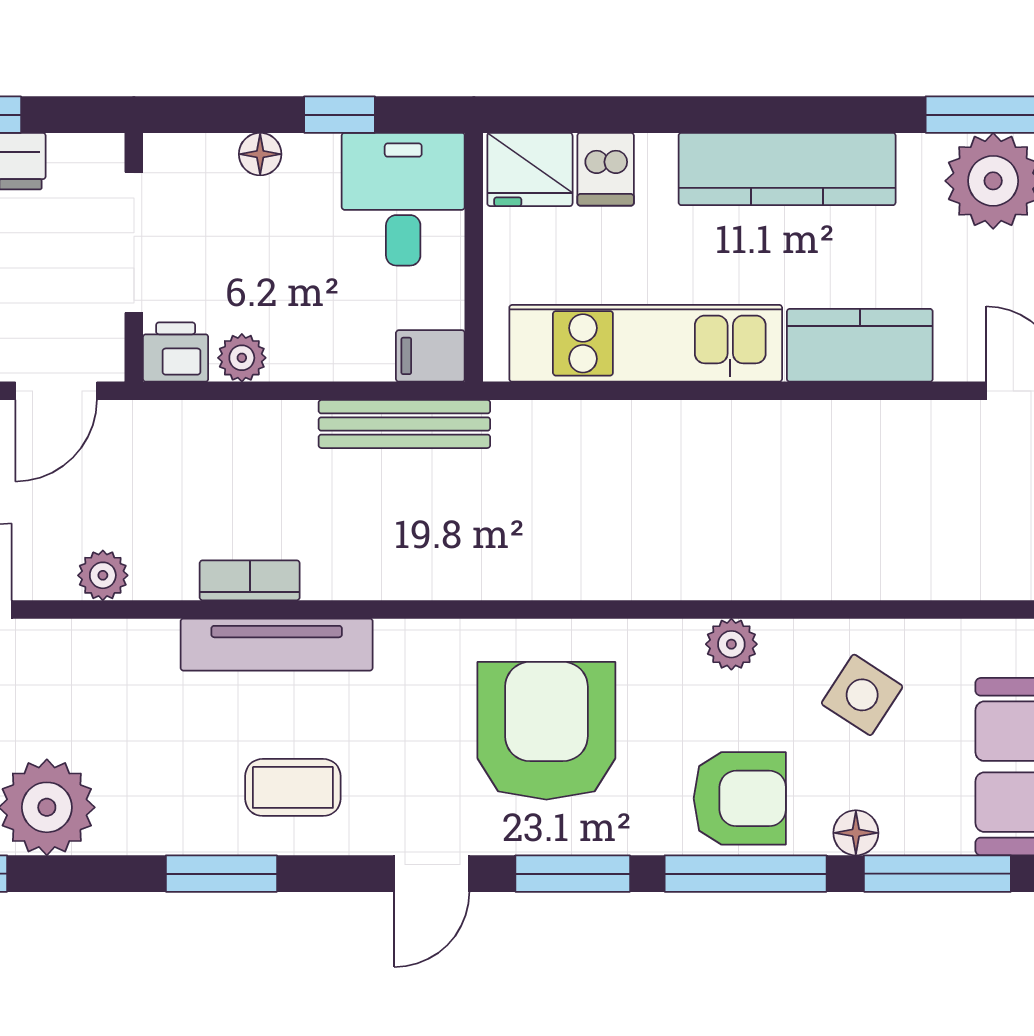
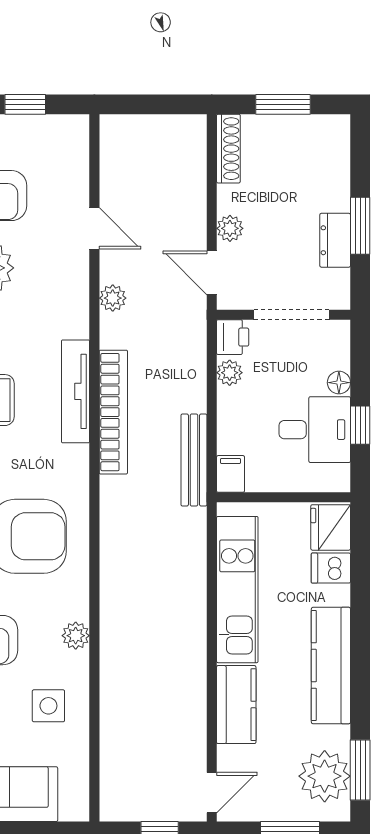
desk: (403, 199) -> (315, 430), moved
bookcase: (250, 580) -> (113, 412), width x2.31, depth x1.31
side table: (862, 695) -> (48, 706), turned -33

